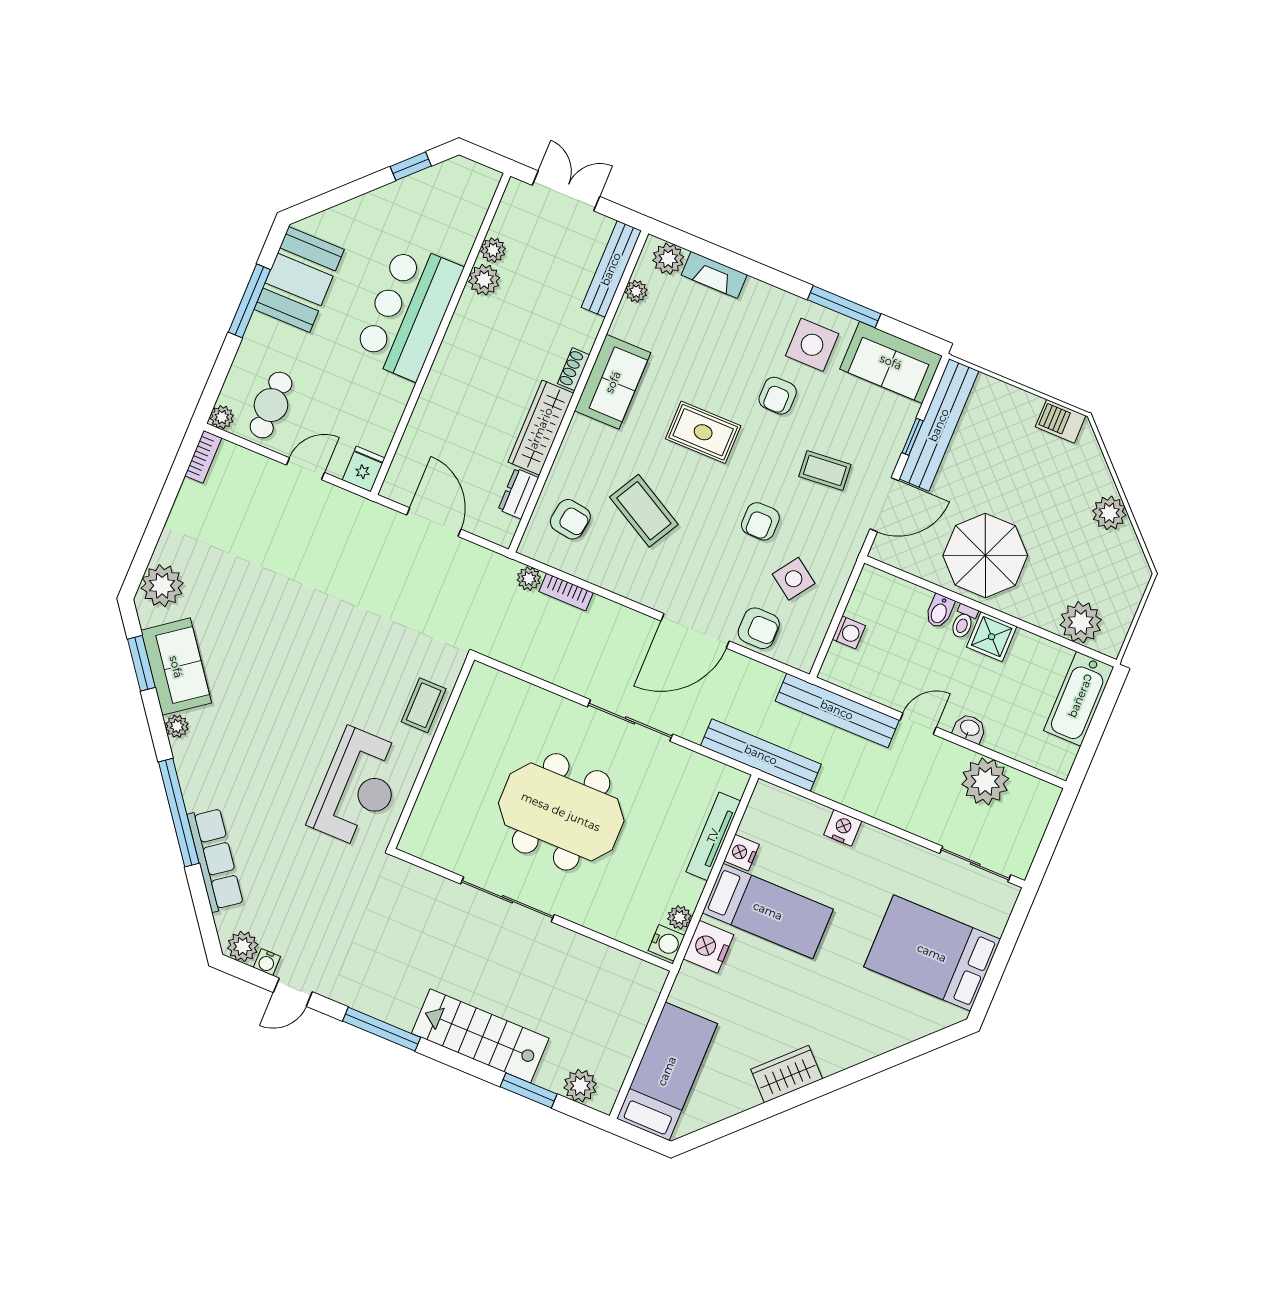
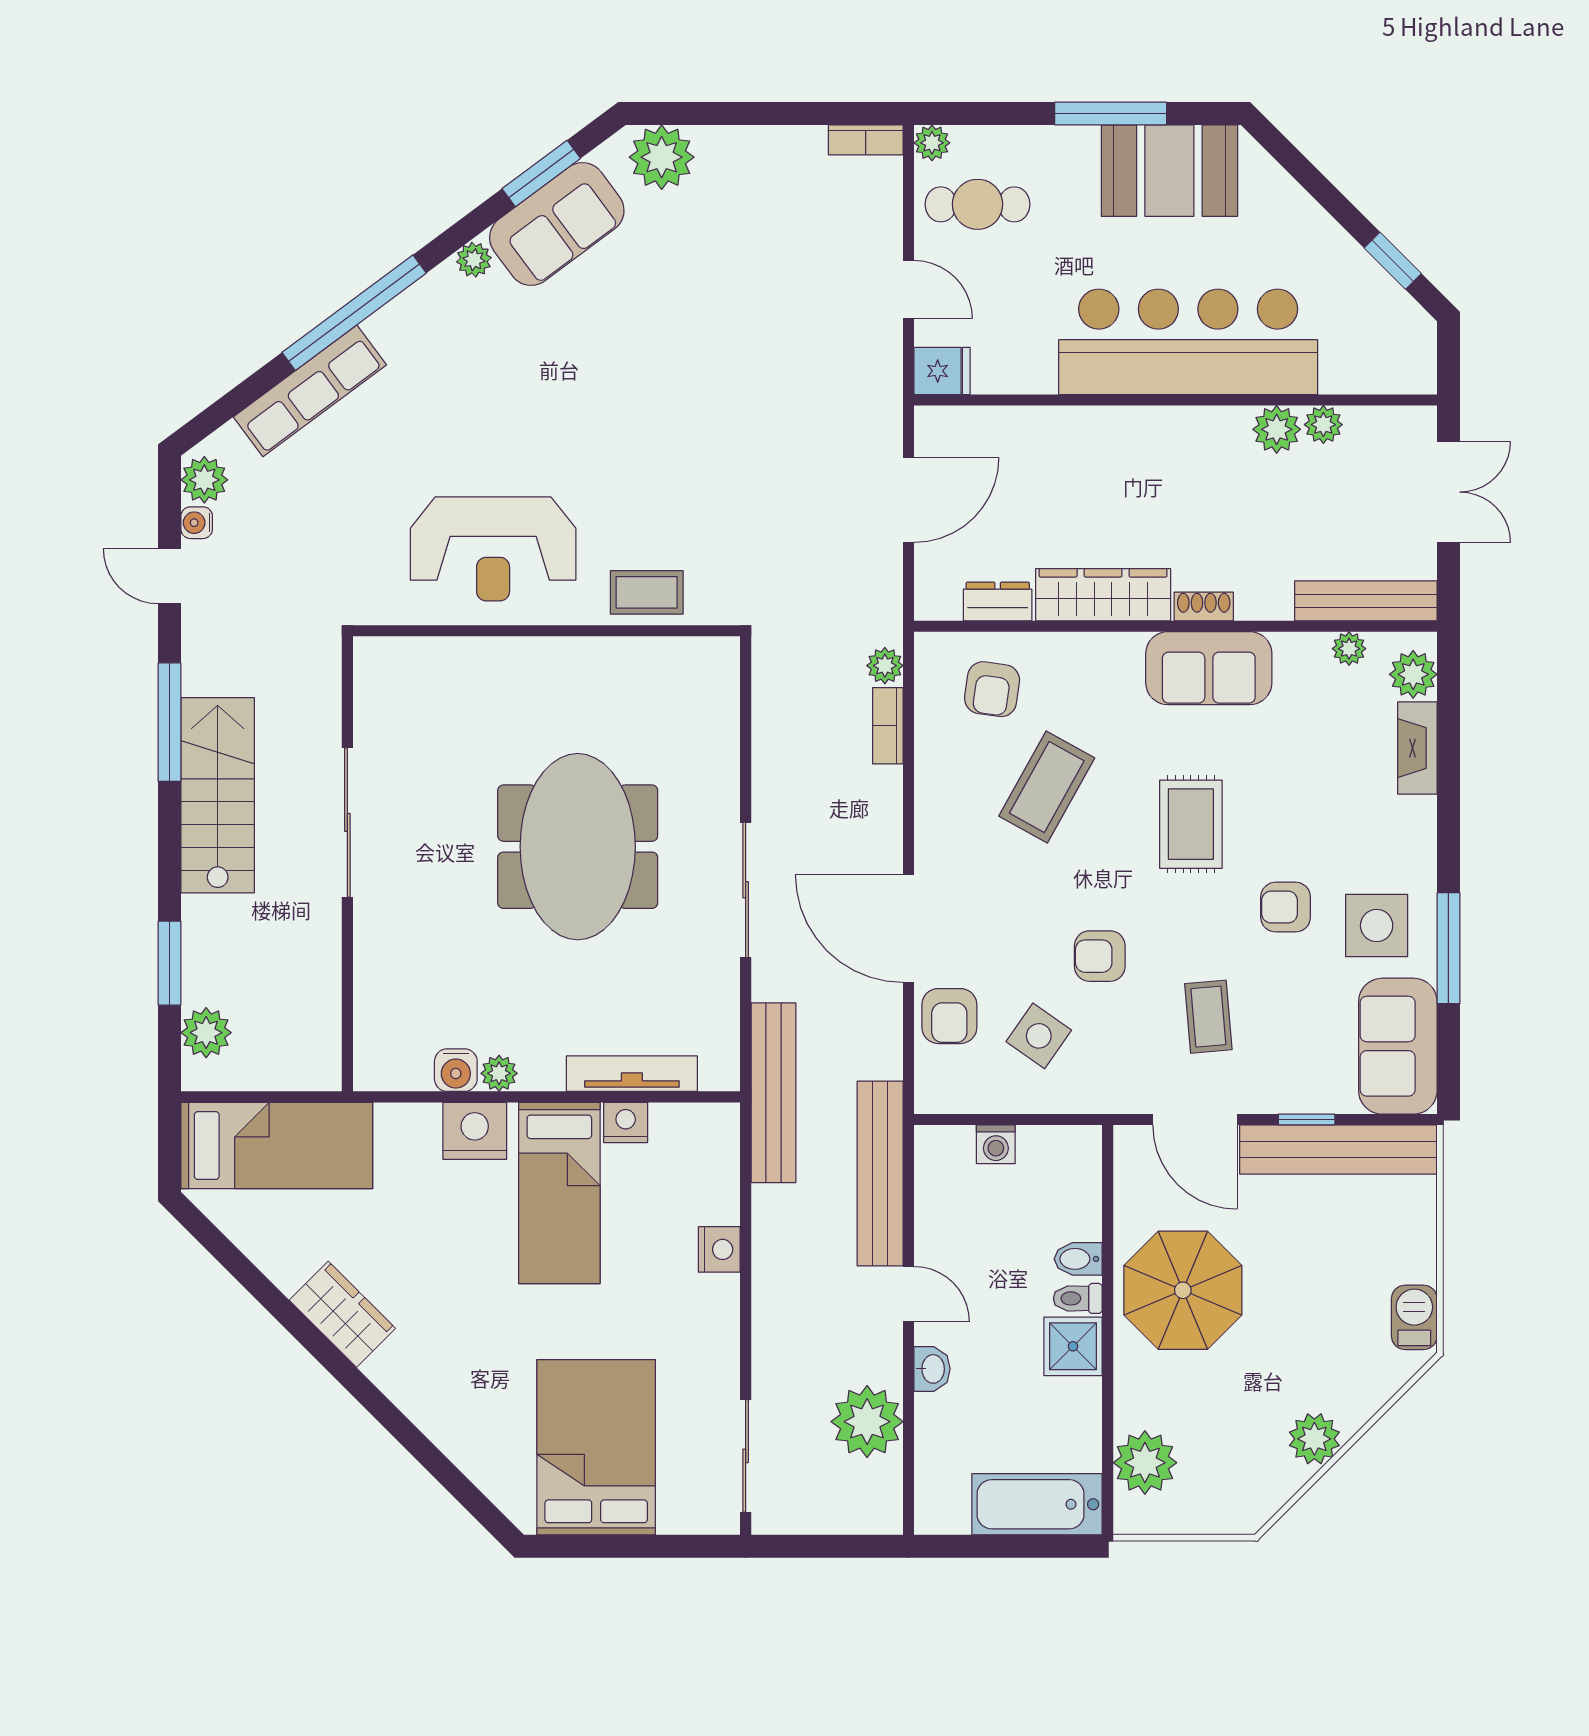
bar counter: (408, 312) -> (1188, 342), width x1.36
sliding door: (507, 899) -> (347, 822), moved
wall: (533, 910) -> (347, 864), moved
stairs: (480, 1036) -> (218, 795), moved

